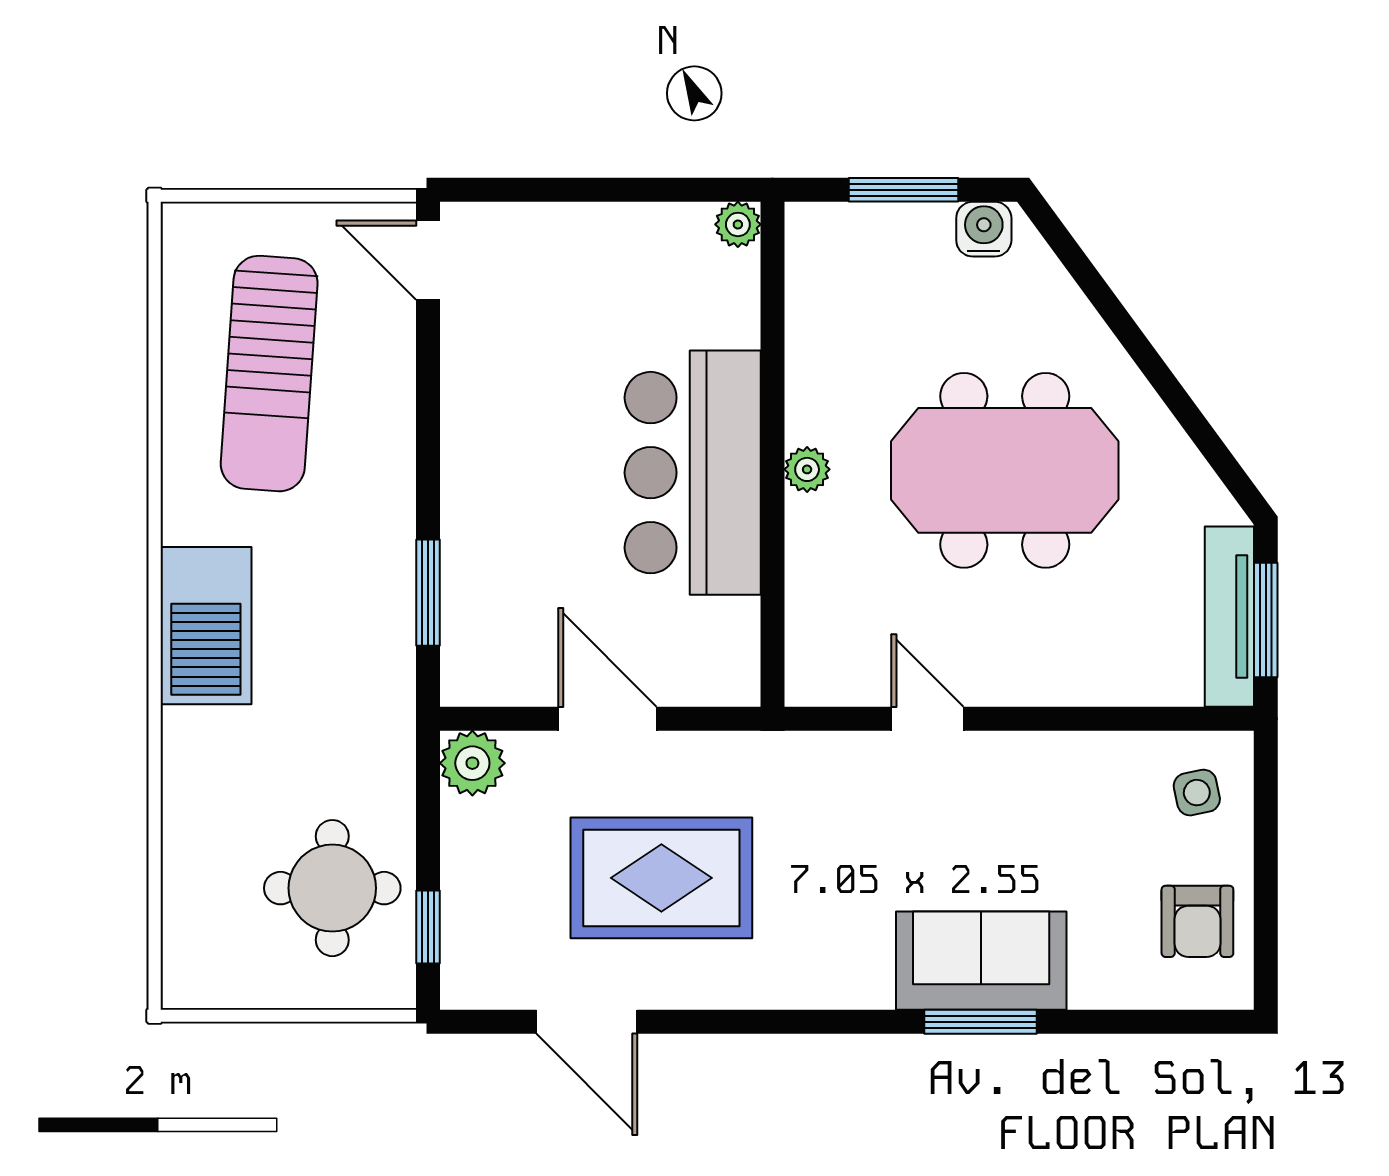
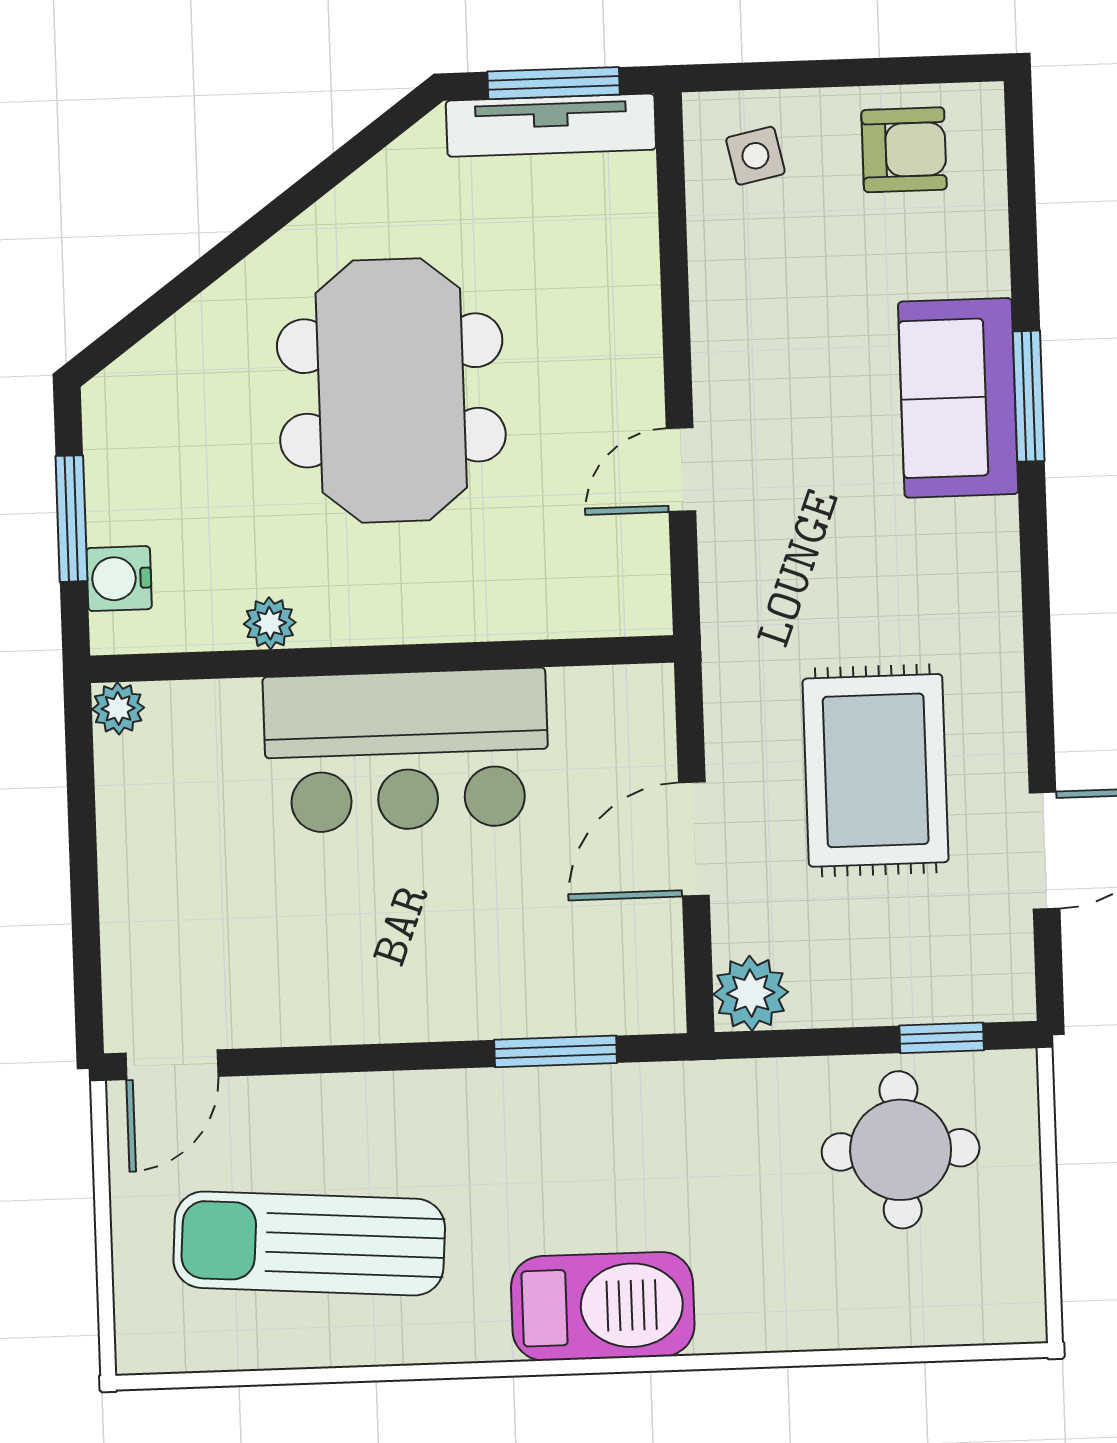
water cooler: (984, 229) -> (119, 579), moved
sun lounger: (269, 374) -> (309, 1243), turned 180
plant: (807, 469) -> (270, 623), moved

